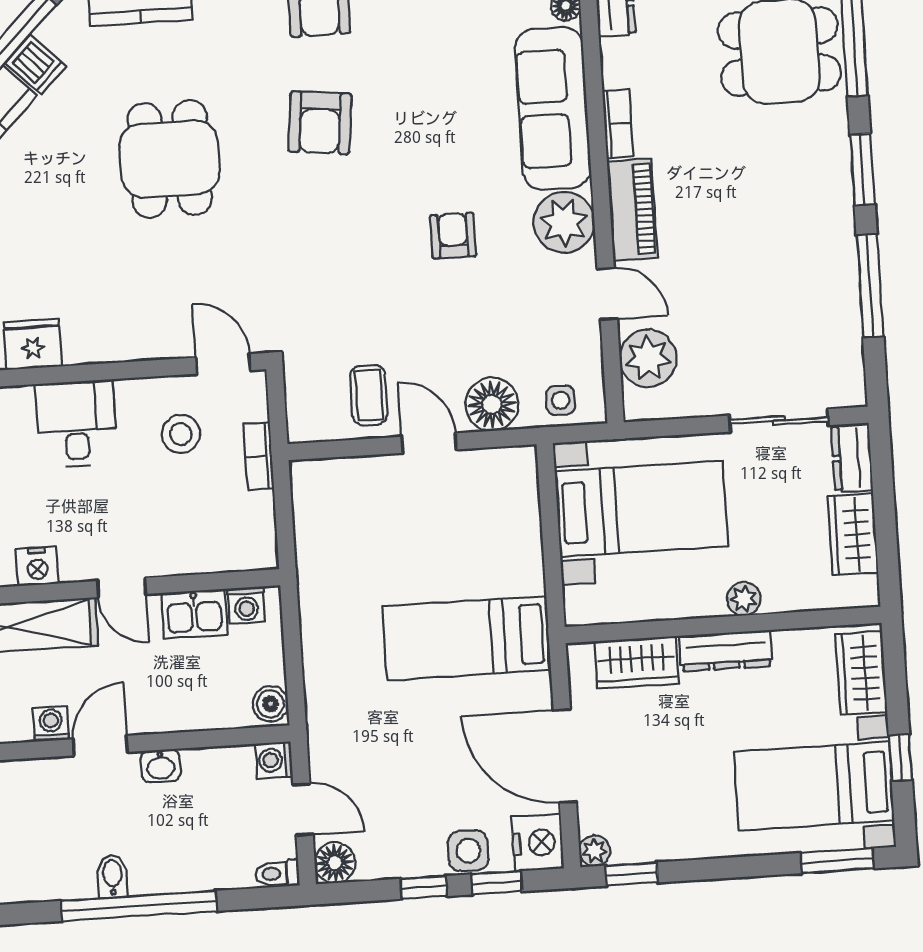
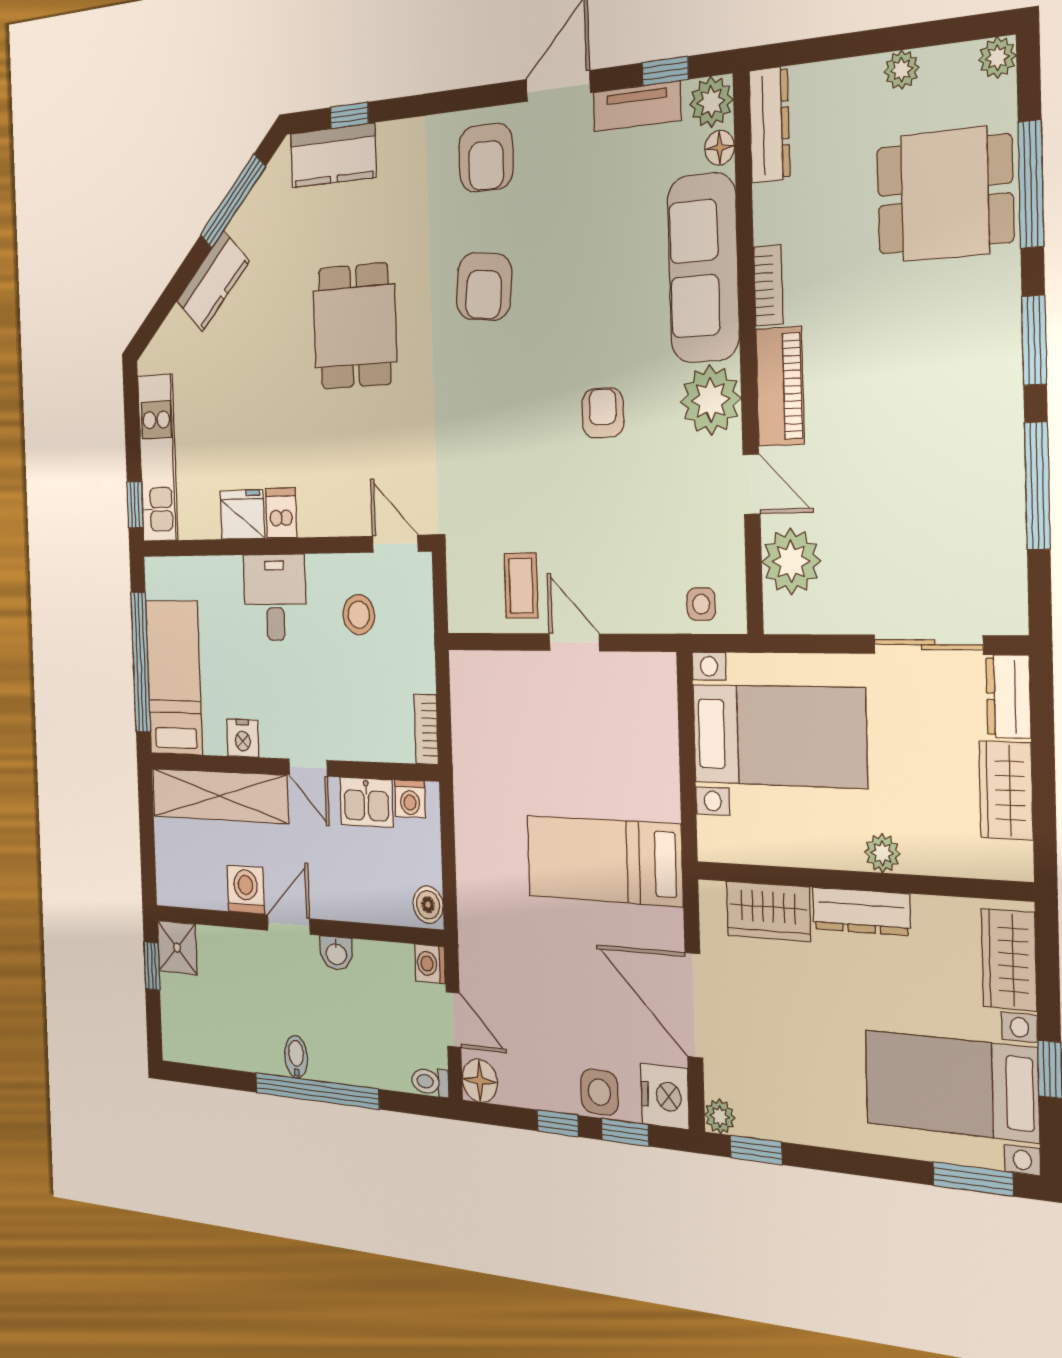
dishwasher: (36, 65) -> (281, 513), moved, turned -135
floor lamp: (492, 404) -> (635, 604), removed
bookcase: (259, 456) -> (426, 729), moved
washing machine: (51, 724) -> (246, 890), width x1.38, depth x1.38

